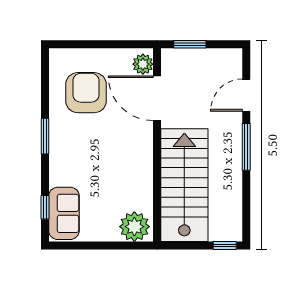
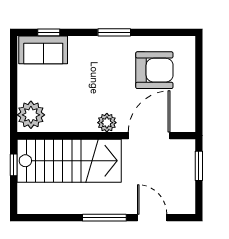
plant: (143, 64) -> (107, 123), moved
window: (225, 245) -> (14, 165), moved

